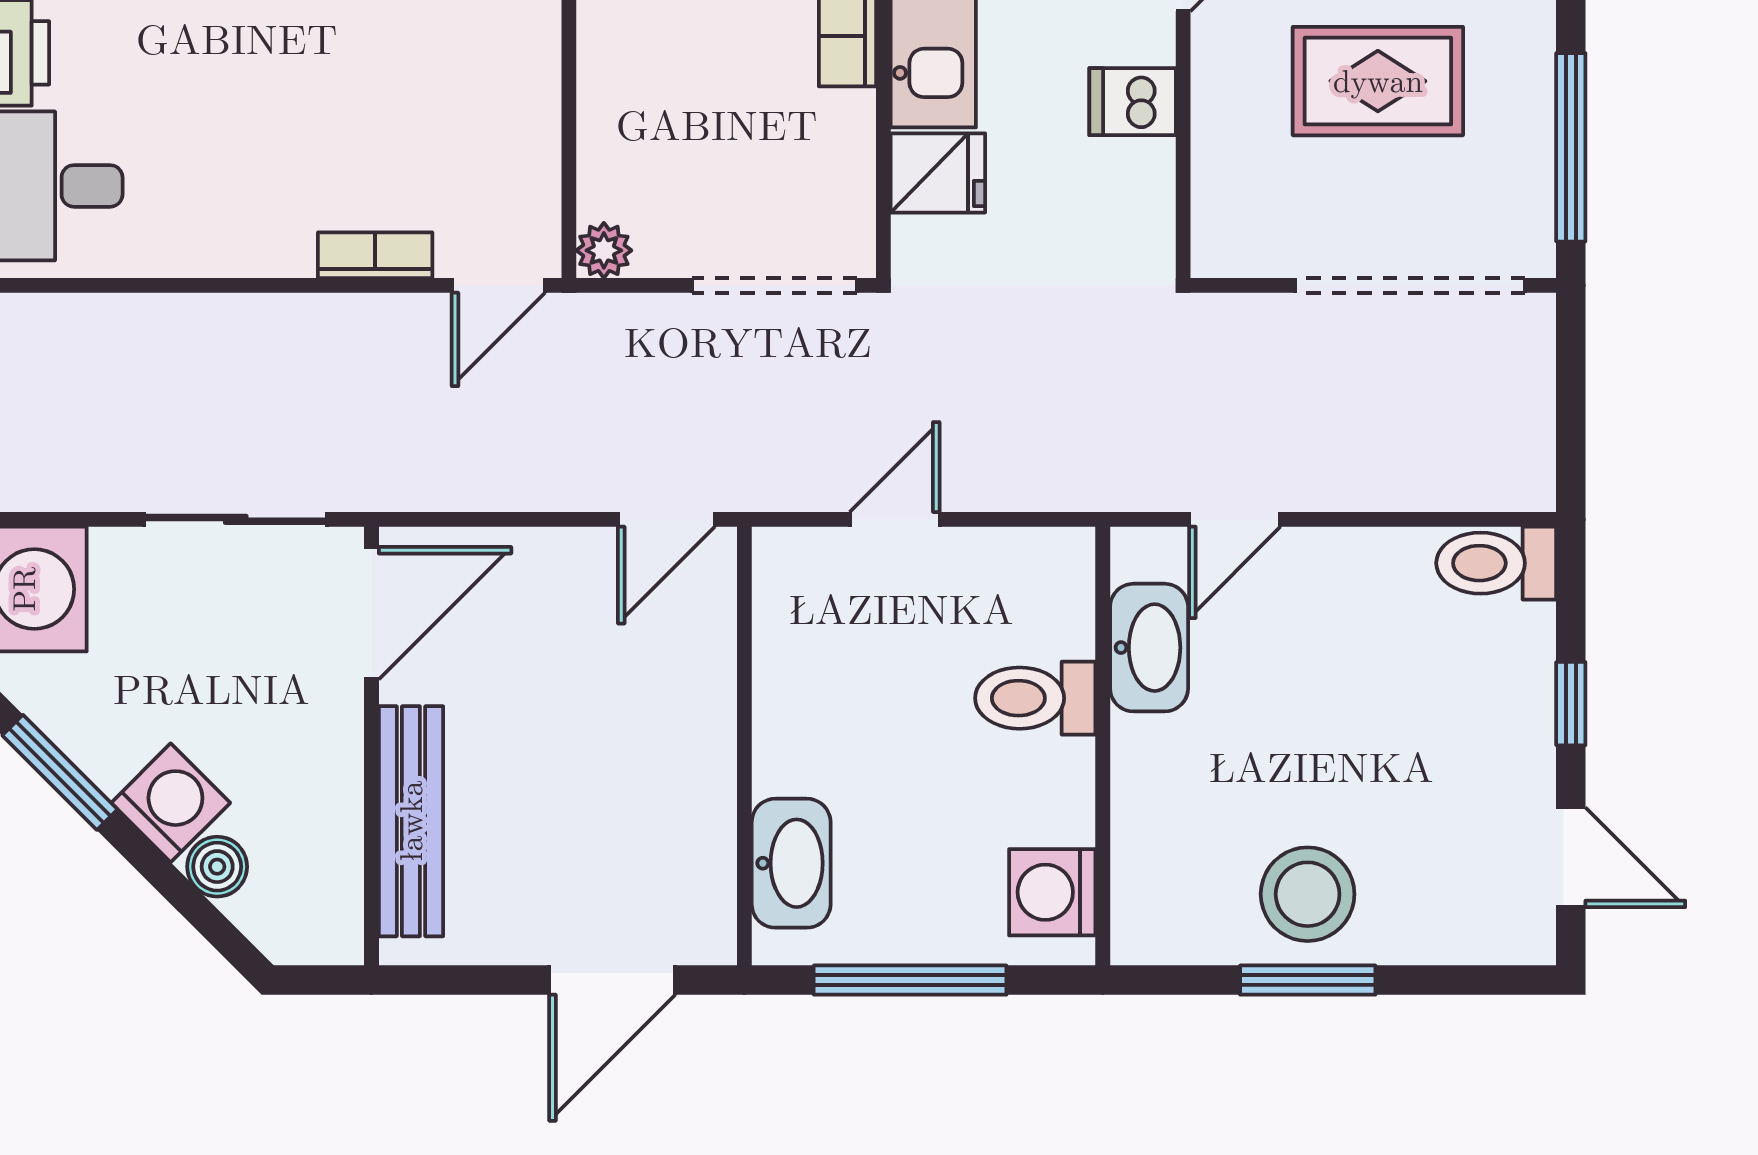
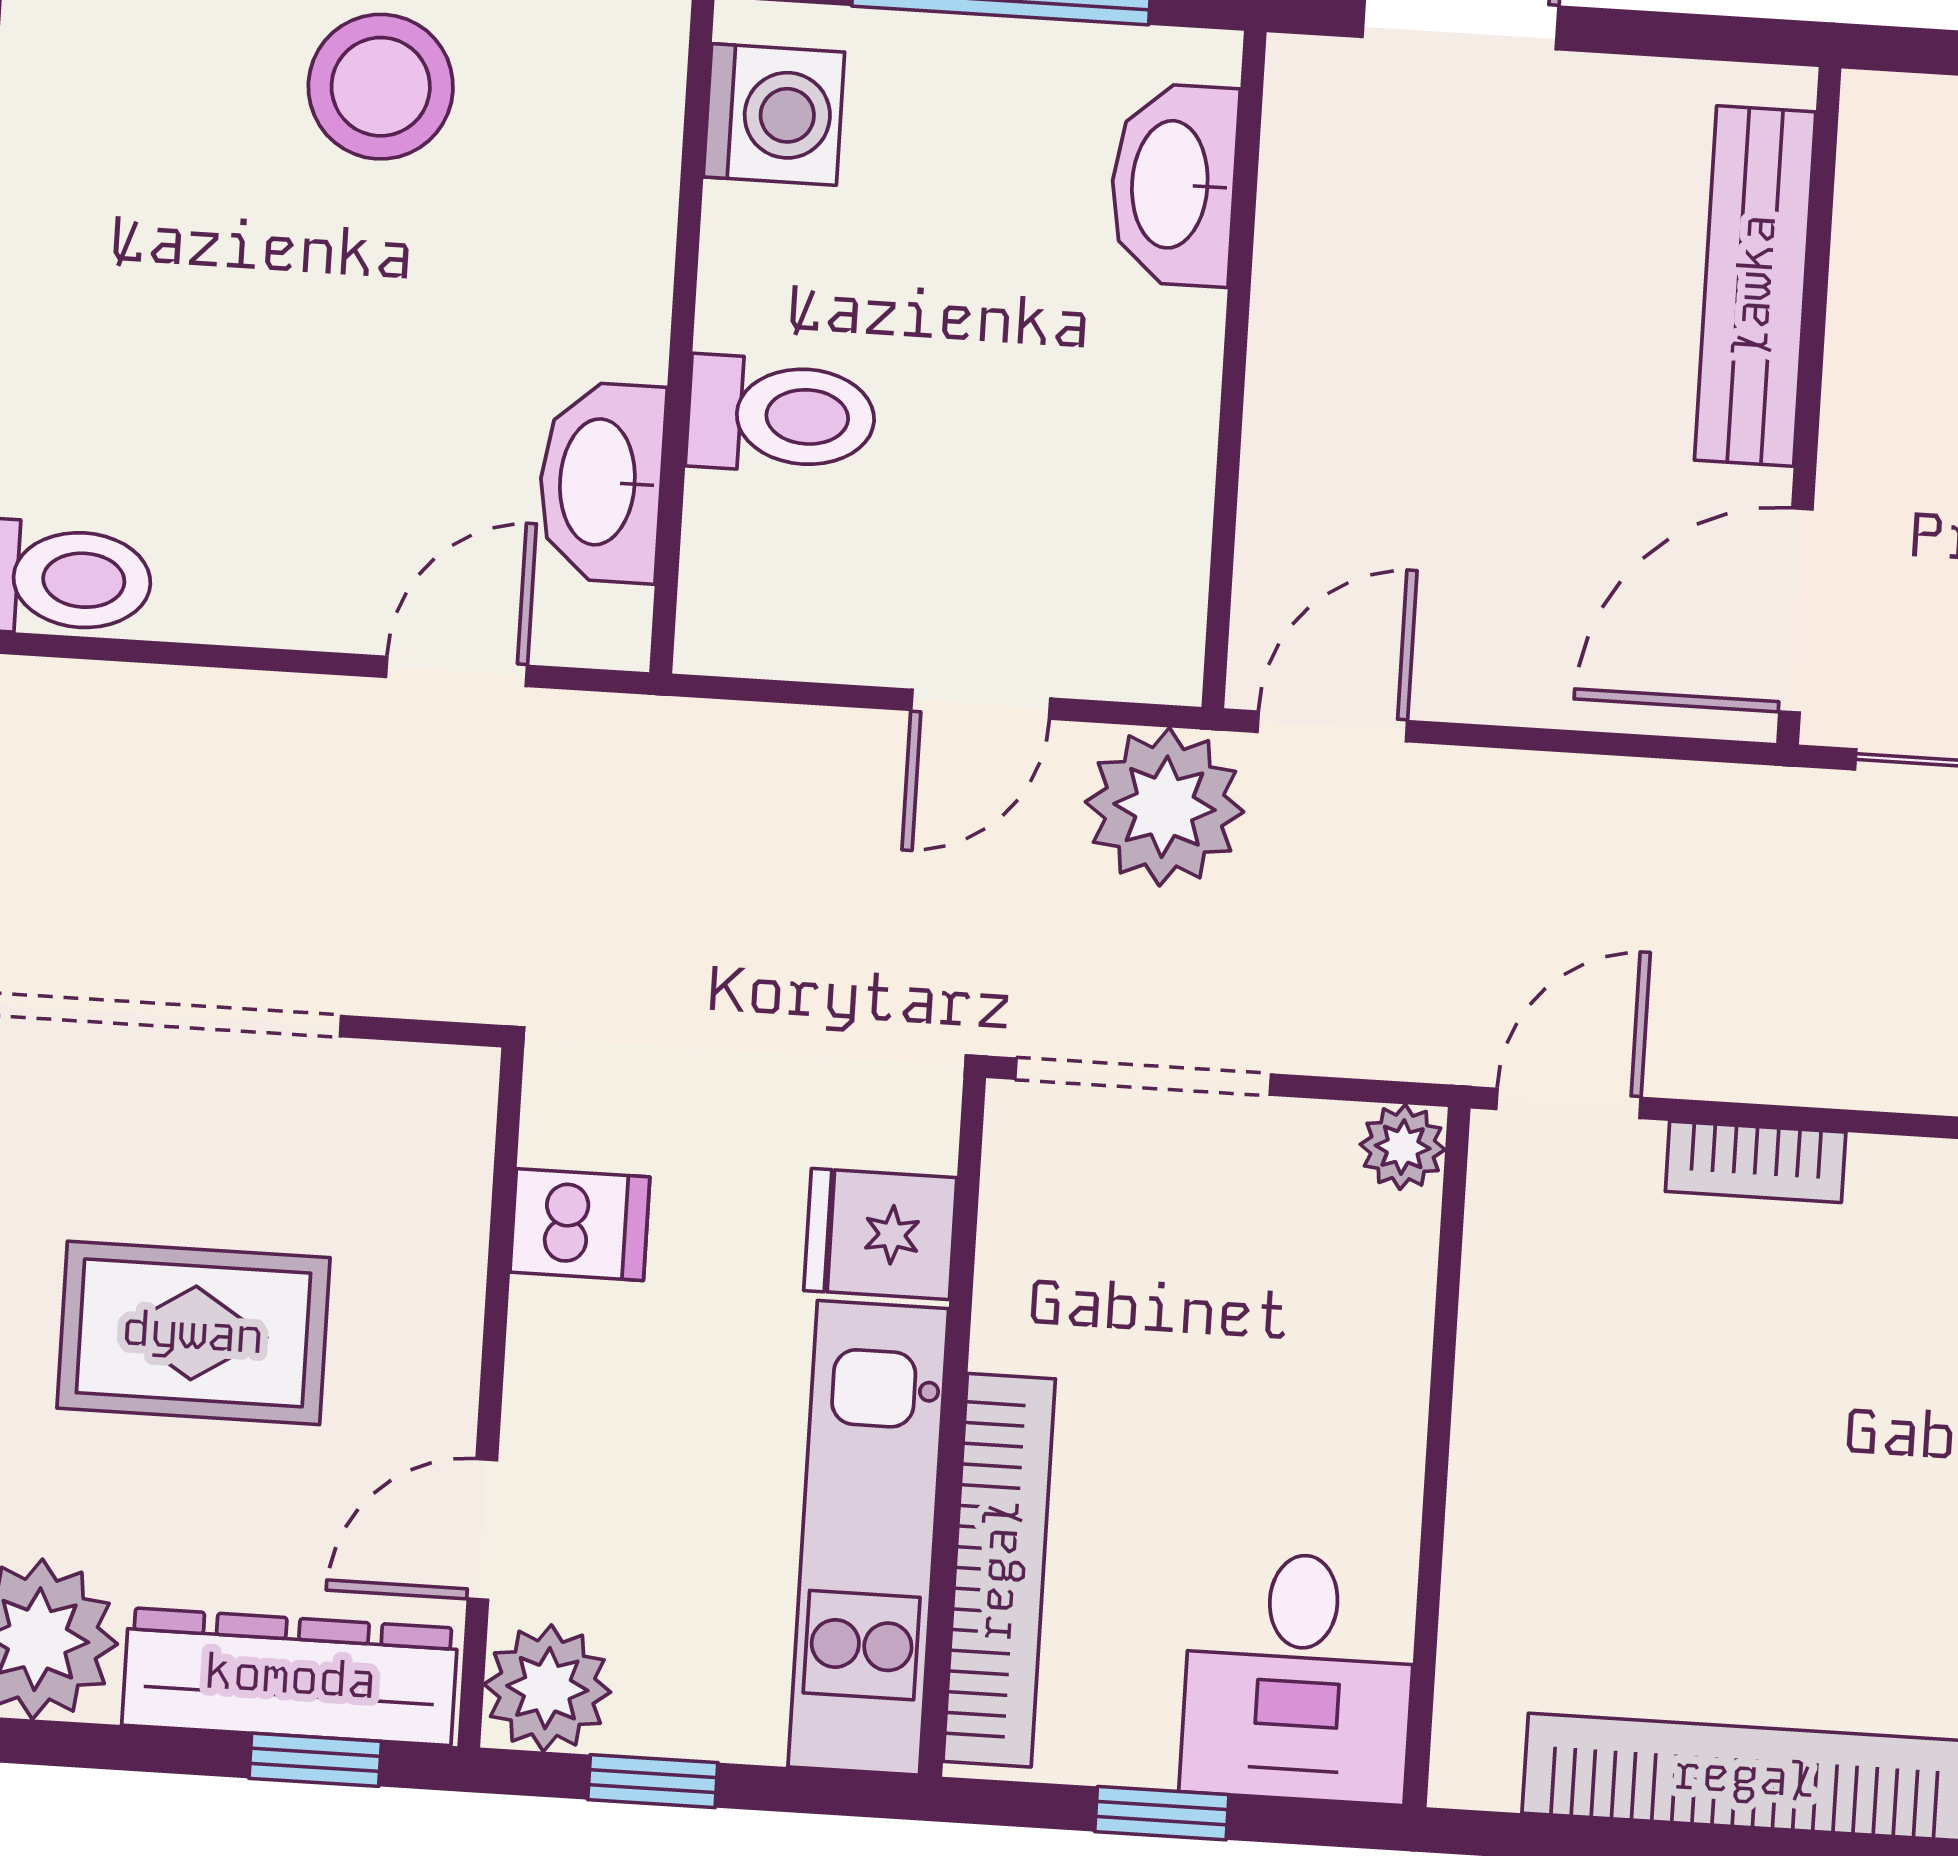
dishwasher: (1133, 102) -> (580, 1225), moved
plant: (772, 461) -> (1164, 807), added

